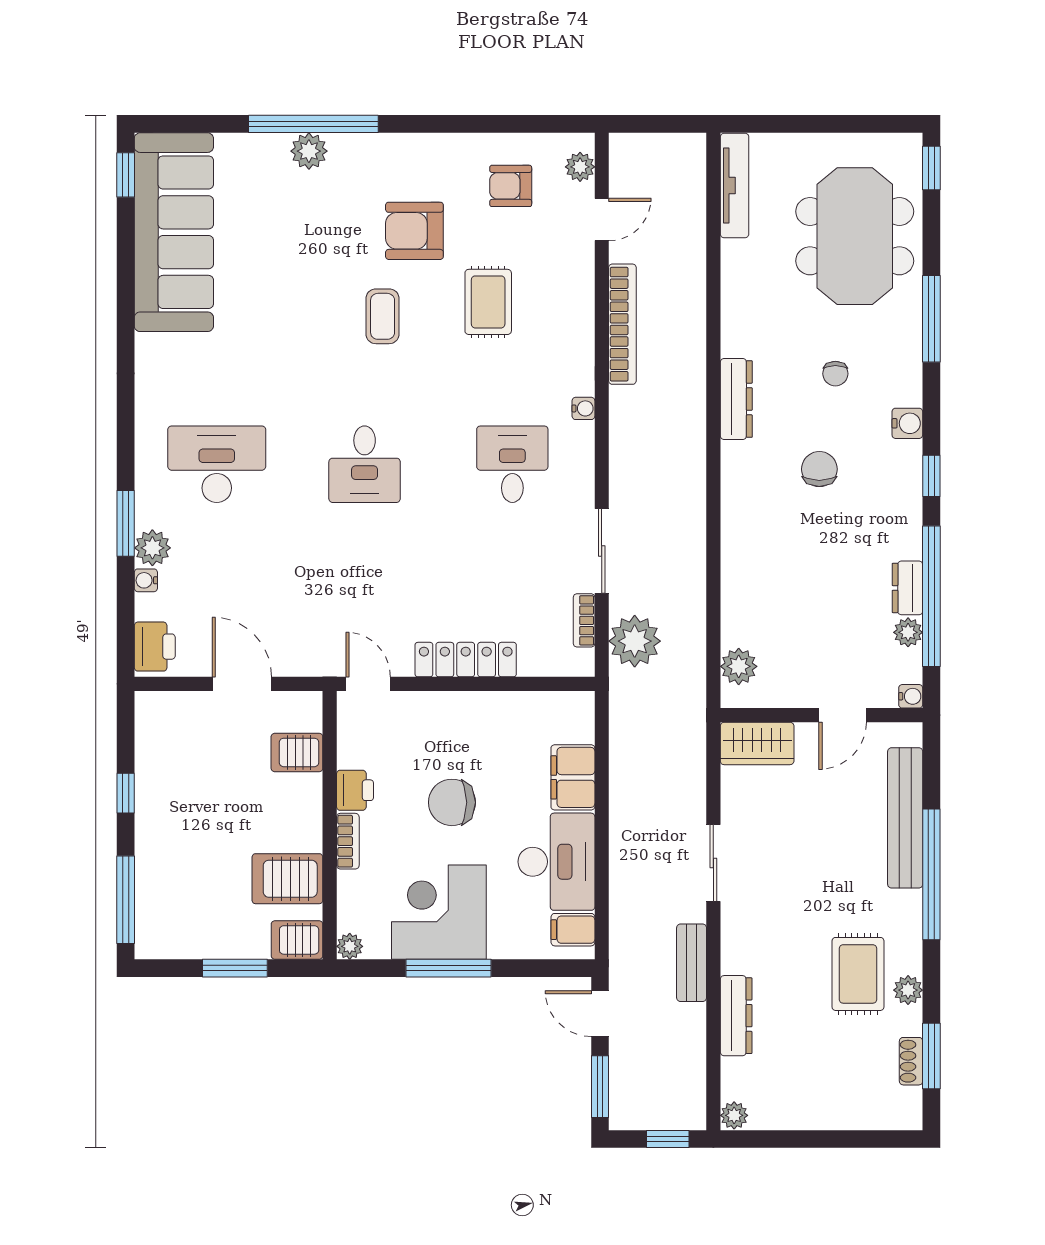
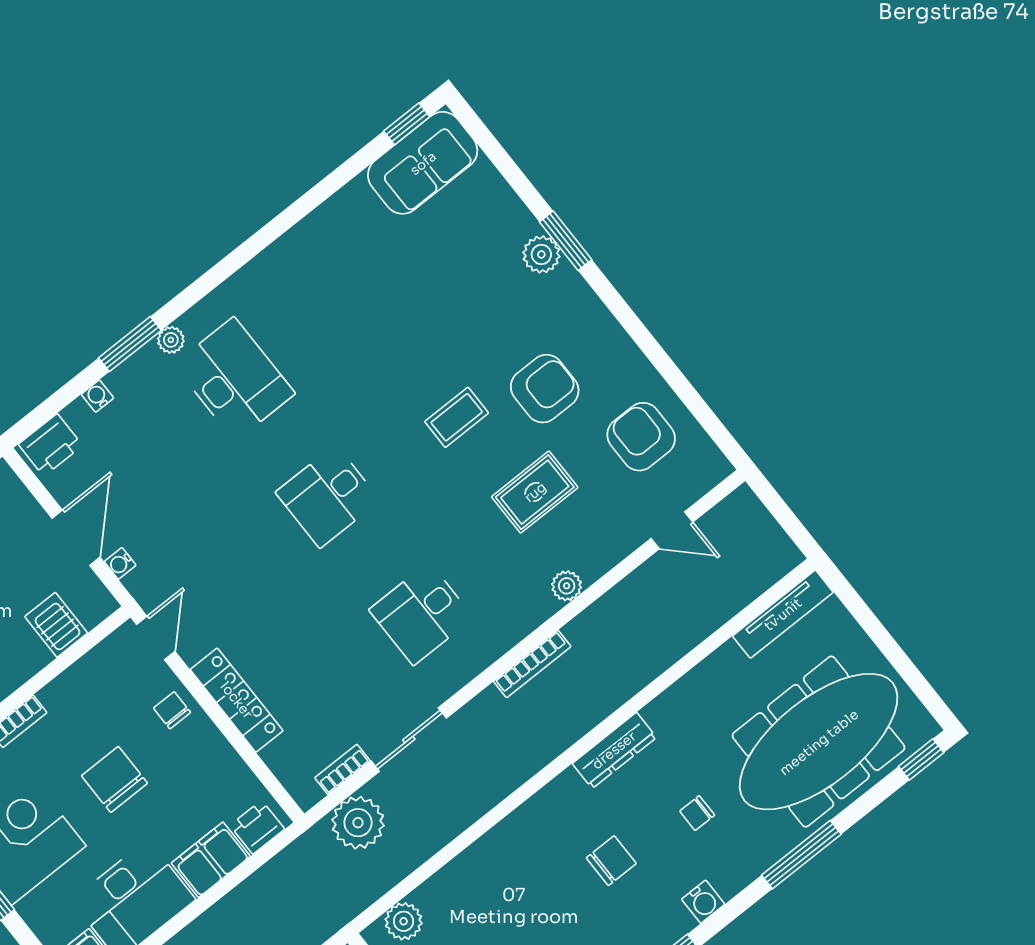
window: (313, 124) -> (566, 241), width x0.47
plant: (580, 167) -> (567, 586), moved
armchair: (511, 186) -> (641, 437), width x1.38, depth x1.38
armchair: (414, 231) -> (545, 389), turned 90
sofa: (174, 232) -> (423, 163), width x0.54, depth x0.79
meeting table: (855, 236) -> (819, 742), width x1.36
bookcase: (622, 324) -> (532, 664), moved, width x0.68, depth x0.76
water cooler: (583, 408) -> (120, 563), moved, turned 90
desk: (512, 464) -> (421, 614), turned 180
plant: (152, 548) -> (171, 340), moved, width x0.73, depth x0.73
chair: (434, 716) -> (172, 710), added
printer: (355, 790) -> (257, 827), moved, turned 180

